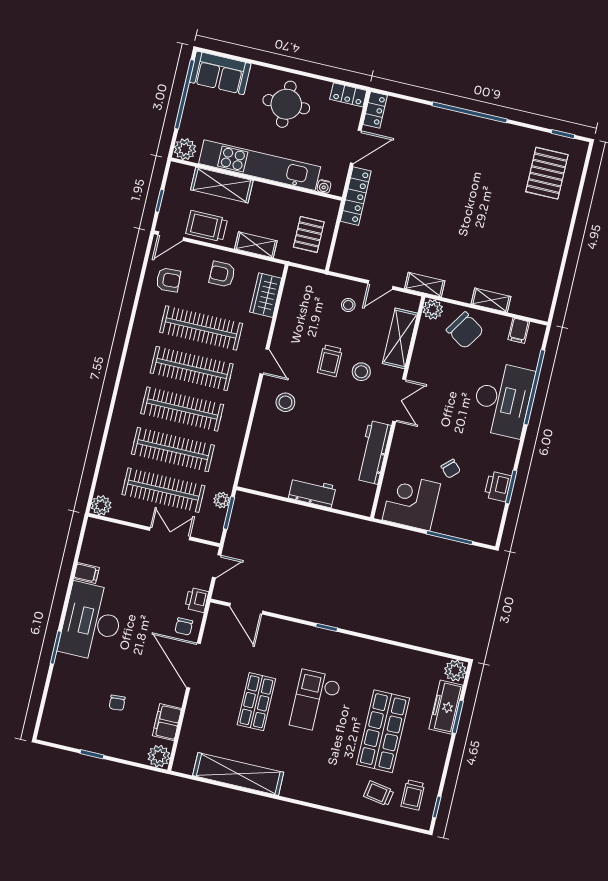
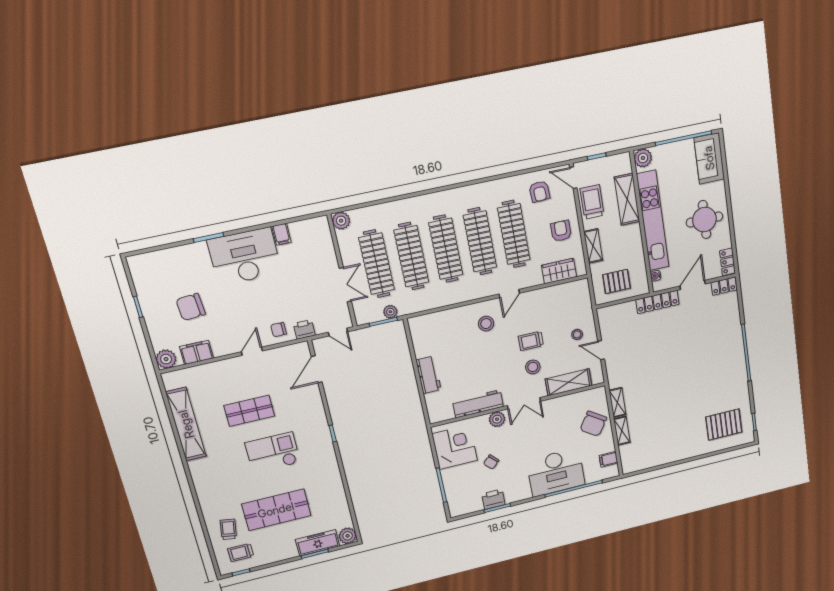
door: (356, 147) -> (693, 285), swing flipped
shelving: (425, 285) -> (618, 403), moved
plant: (433, 309) -> (497, 419), moved
door: (194, 666) -> (252, 351), width x0.53
chair: (117, 703) -> (191, 307), width x1.87, depth x1.87

